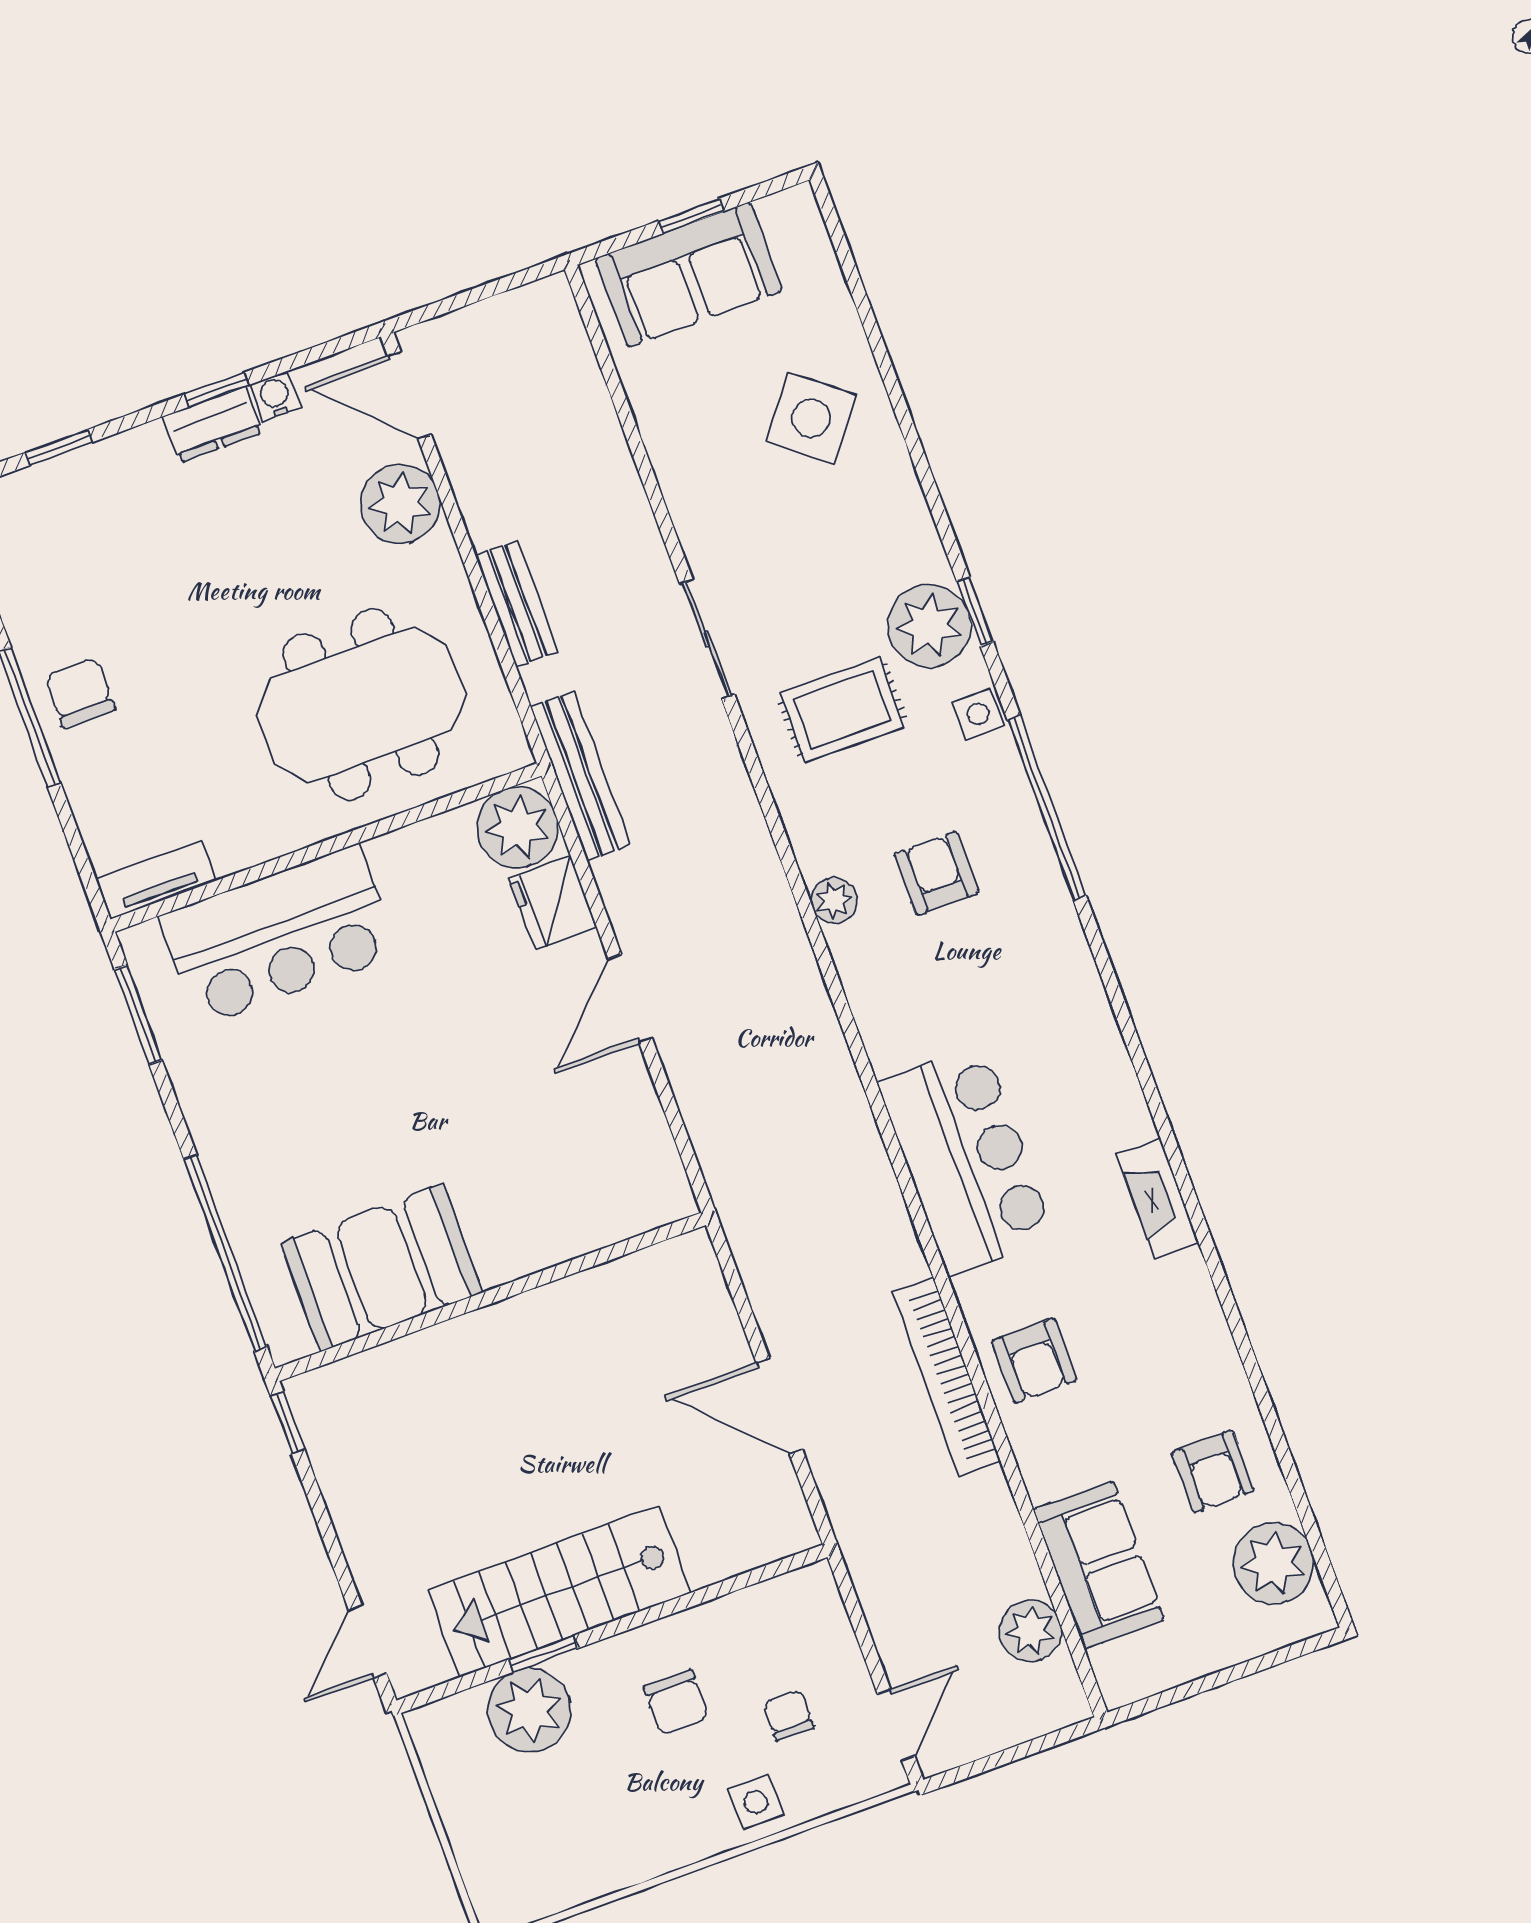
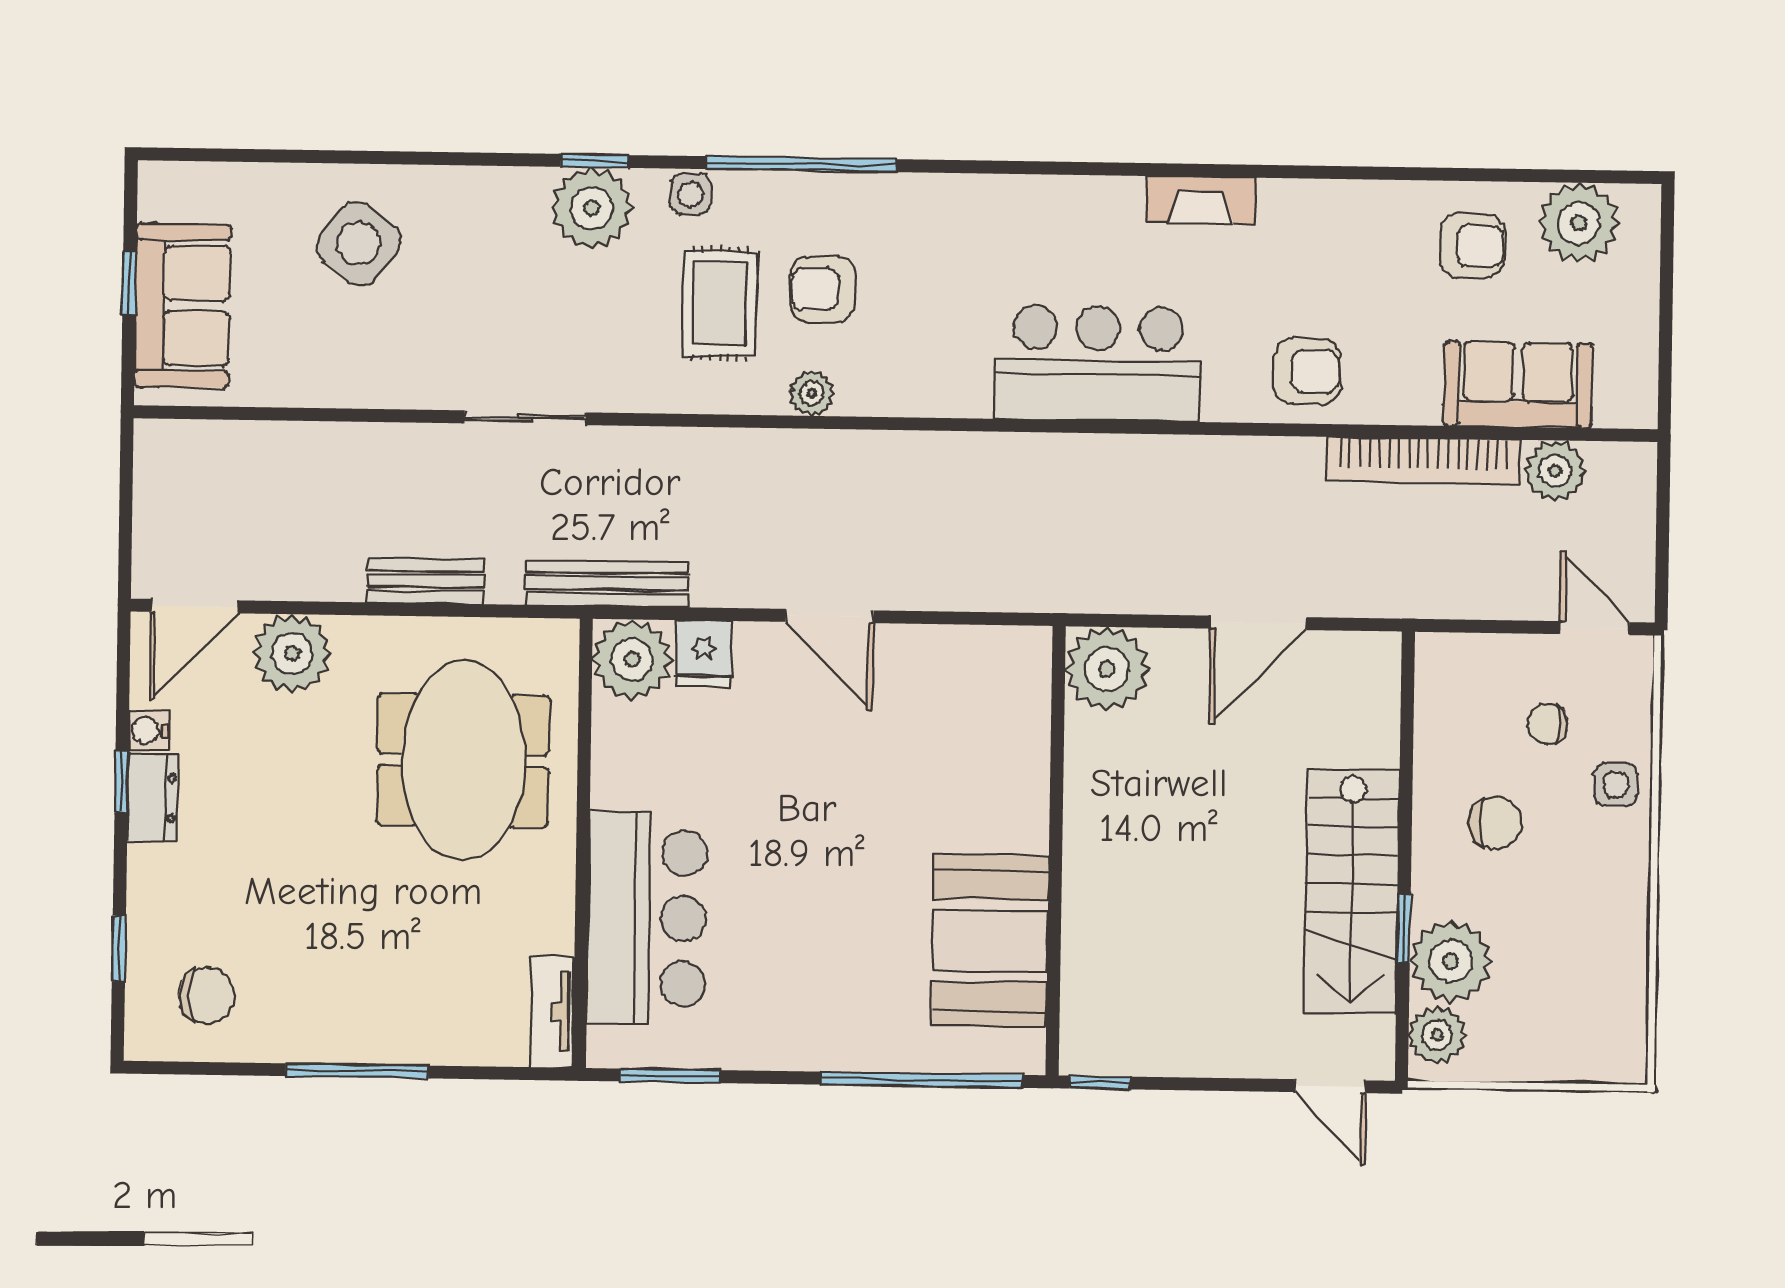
chair: (80, 693) -> (207, 995), moved, turned 180
rug: (842, 710) -> (720, 304), moved
fridge: (553, 903) -> (704, 653), width x0.72
plant: (681, 1279) -> (1107, 669), added
bookcase: (946, 1377) -> (1424, 460), moved
plant: (455, 1724) -> (1437, 1035), added

